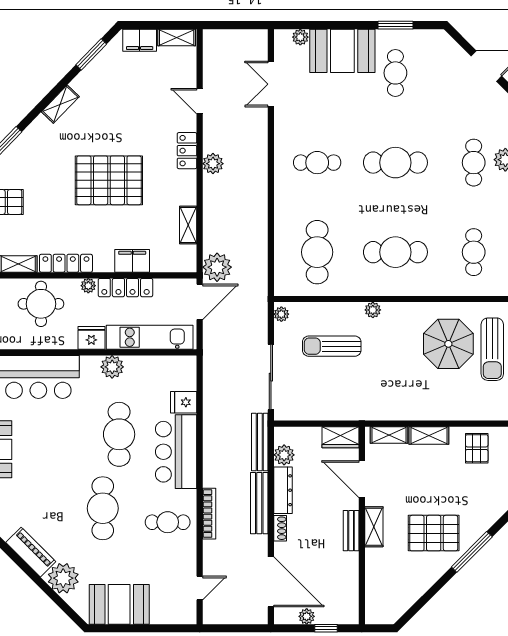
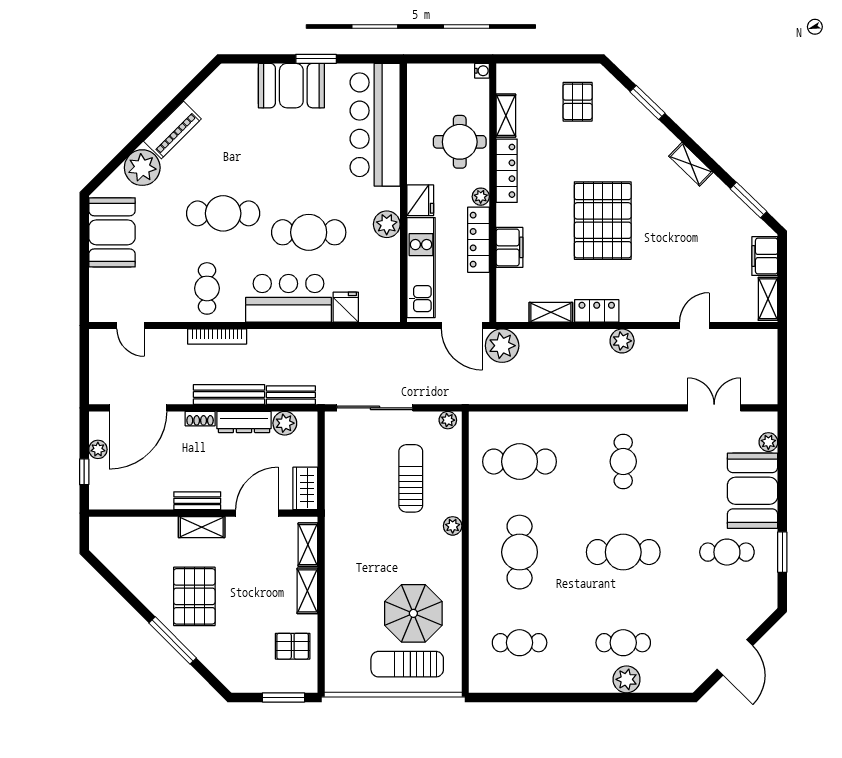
locker: (187, 151) -> (597, 311), moved
cafe table: (395, 163) -> (623, 552), turned 90
bench: (260, 442) -> (291, 395), width x0.73

